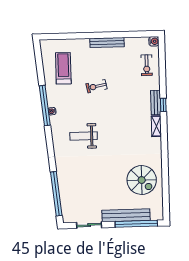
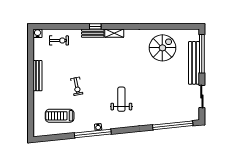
weight bench: (84, 136) -> (121, 99), turned 180

